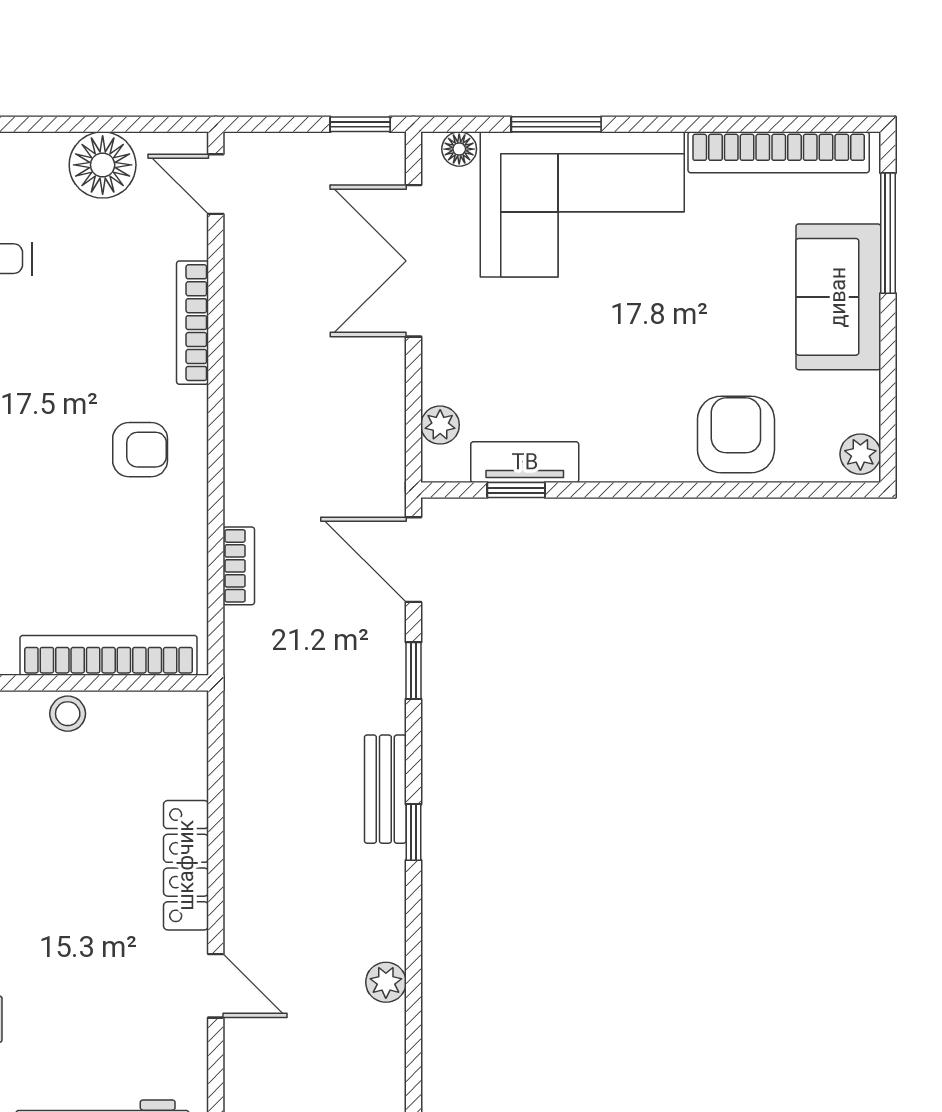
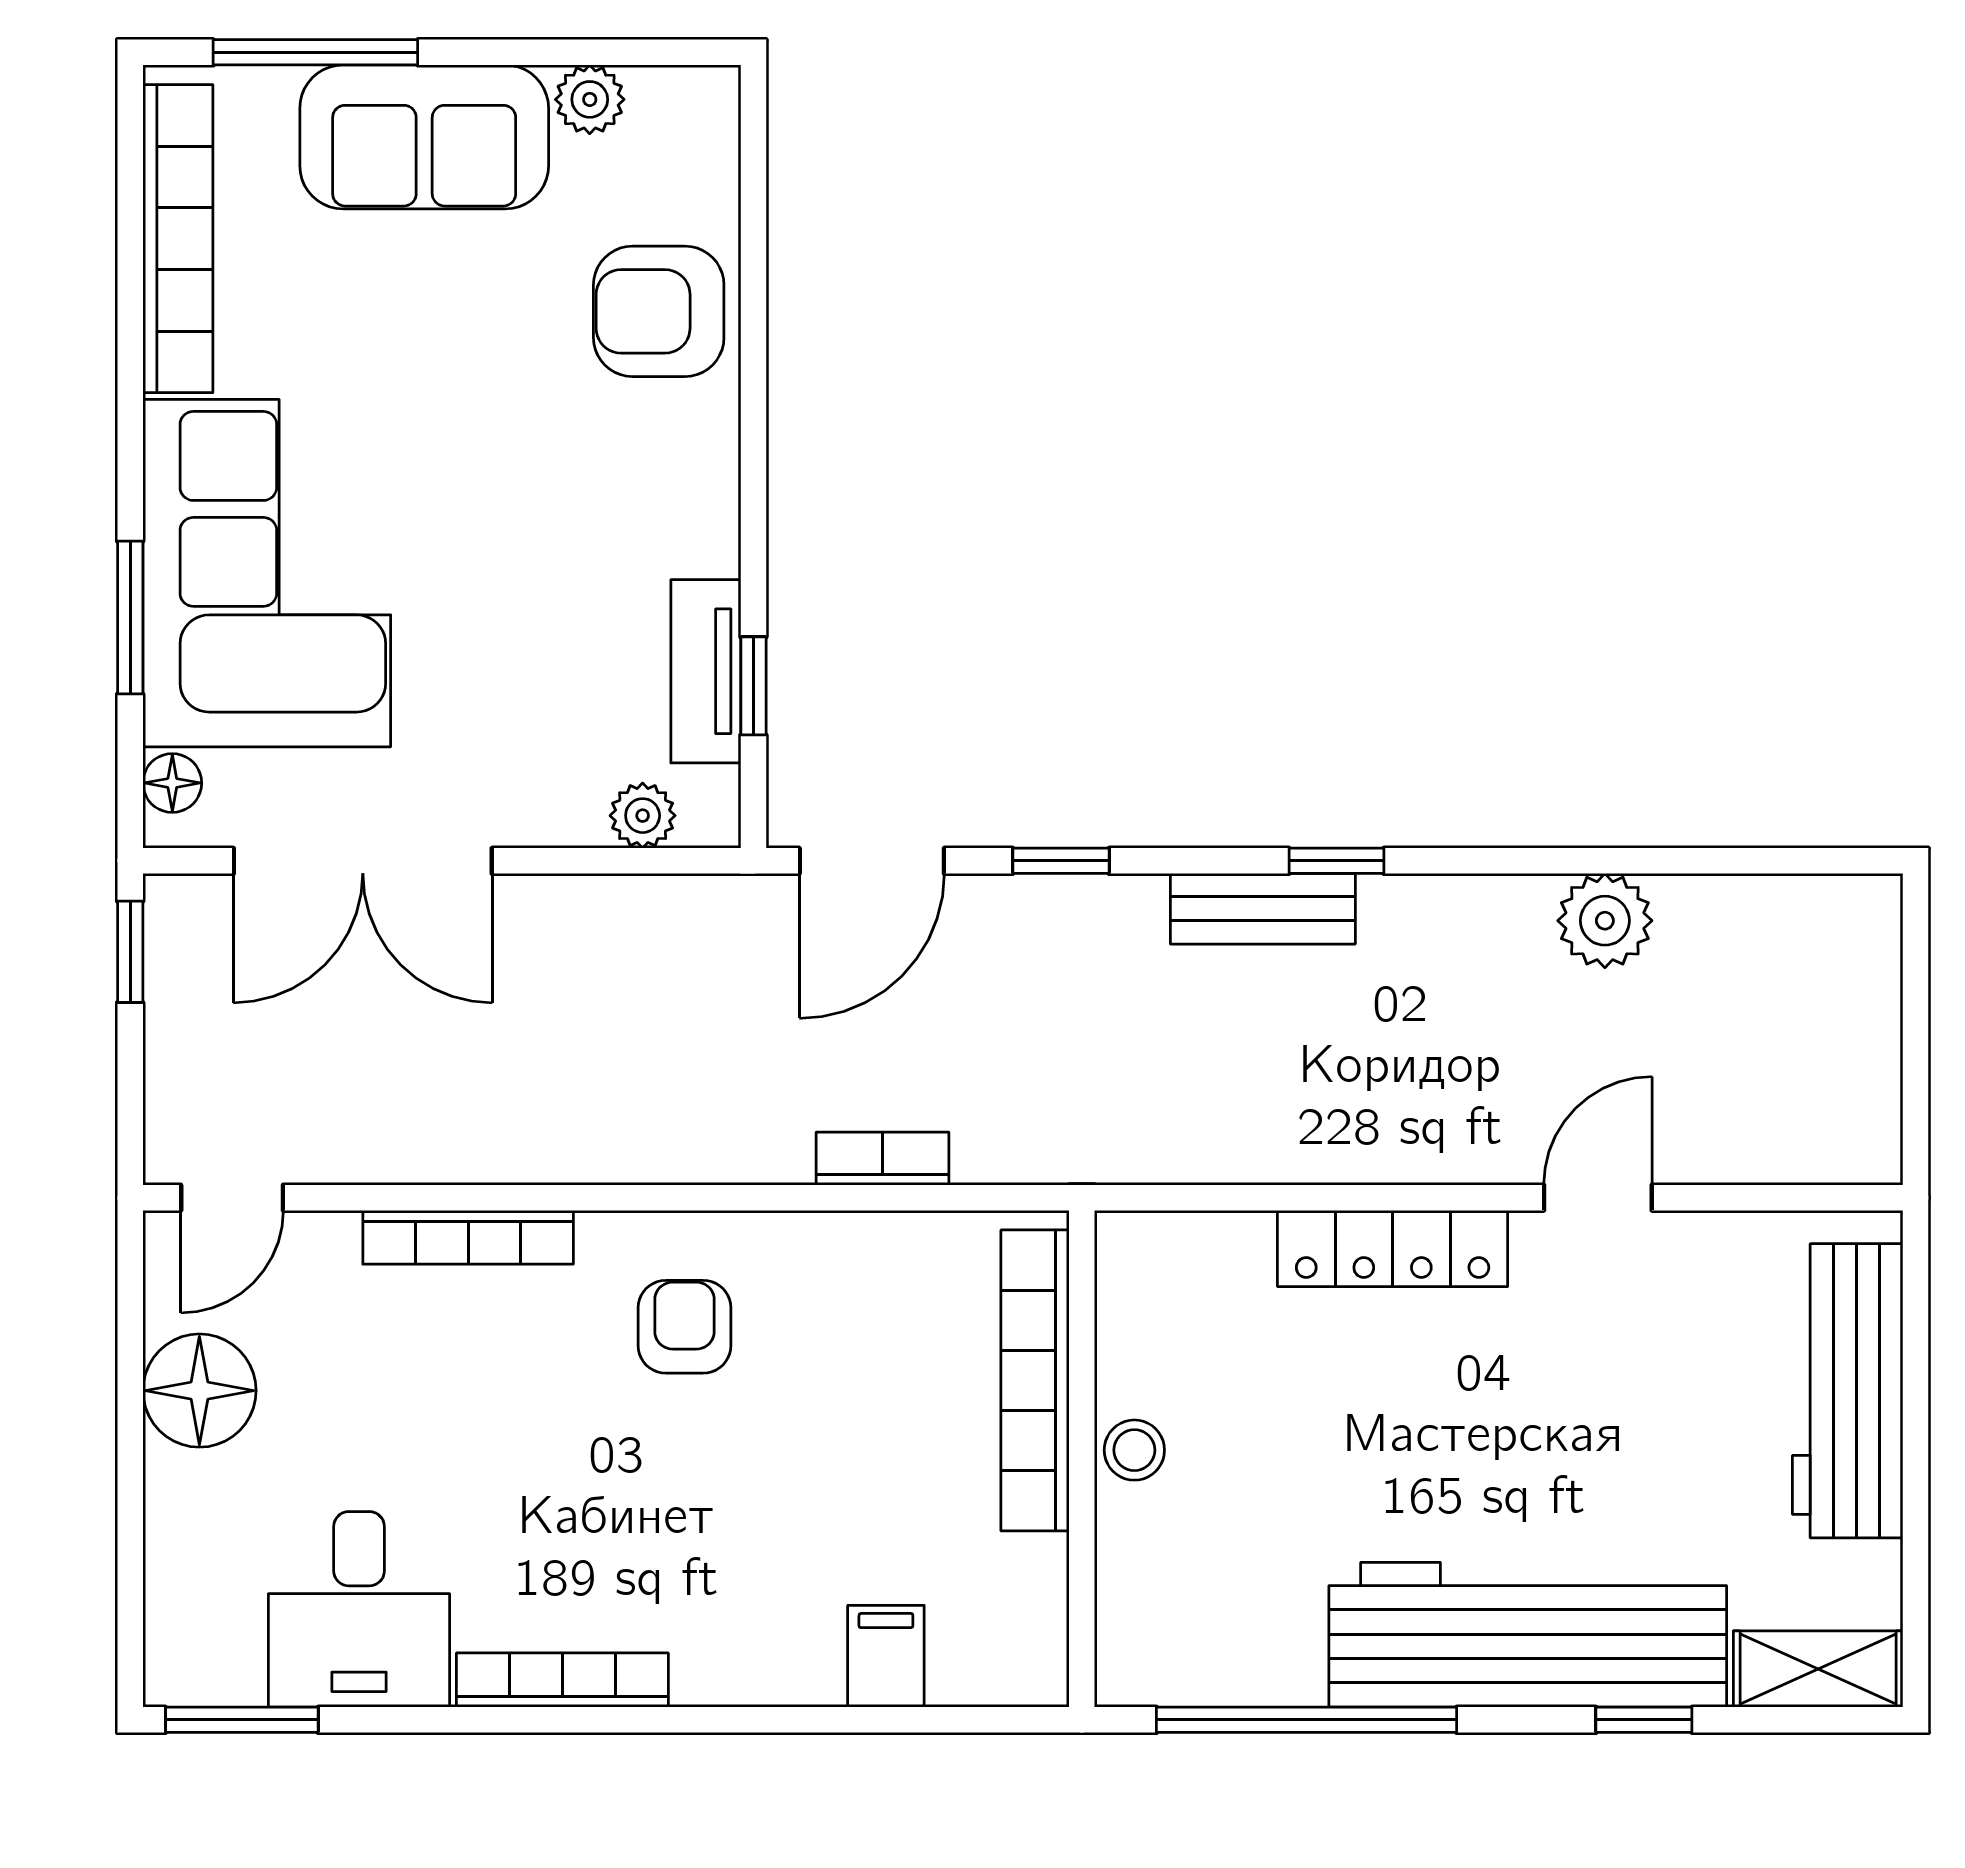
plant: (860, 454) -> (590, 99), moved
plant: (386, 982) -> (1605, 921), width x1.38, depth x1.38

